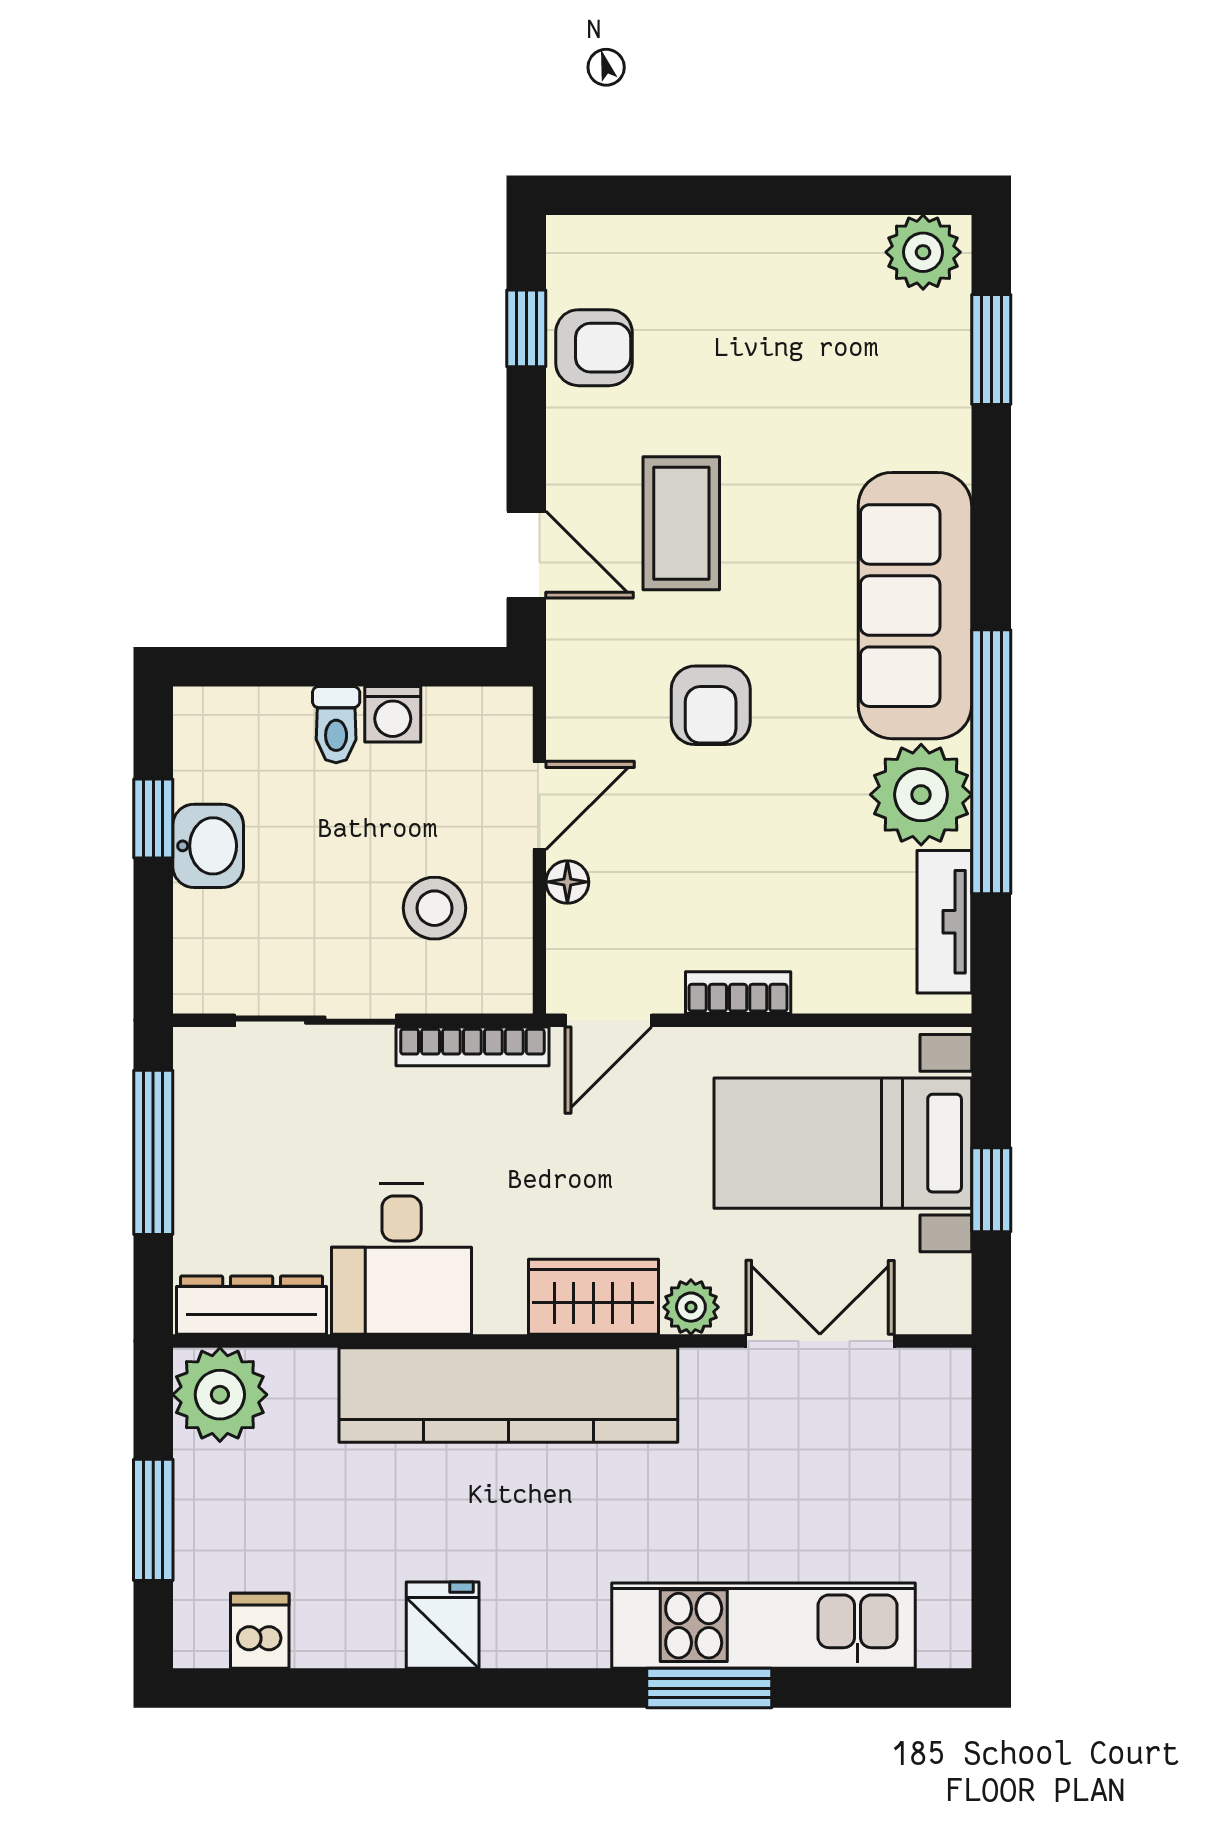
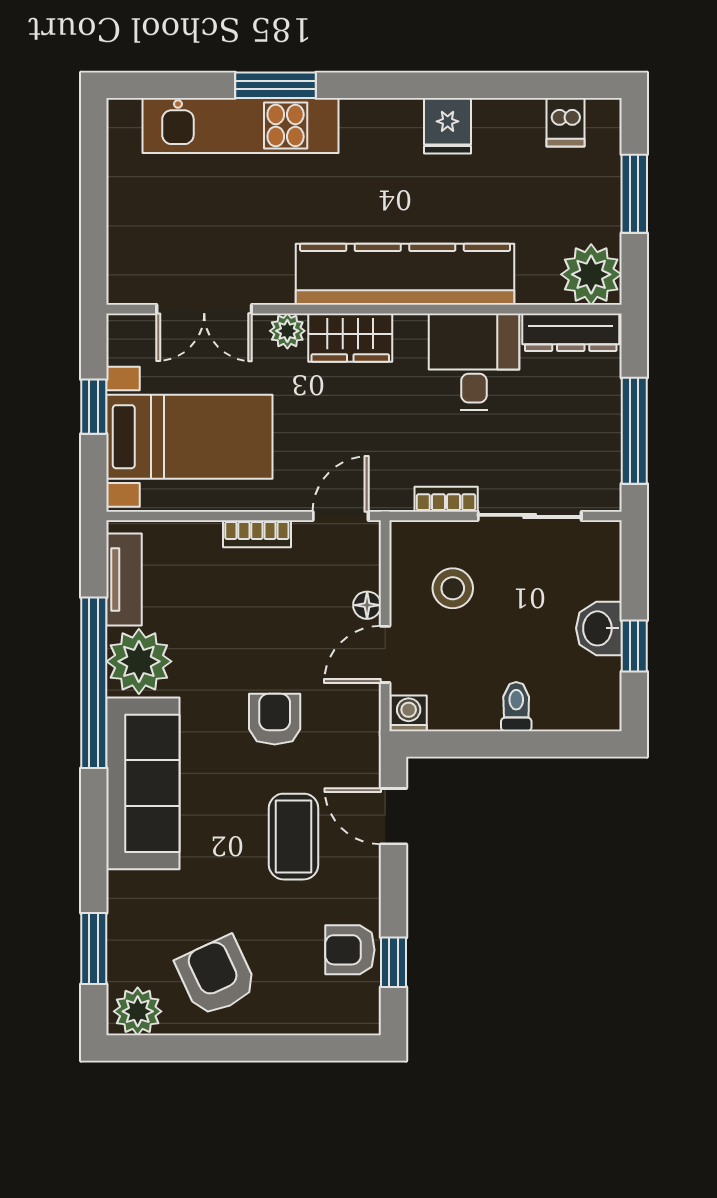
armchair: (801, 307) -> (216, 976), added
washing machine: (393, 714) -> (409, 713), moved
bookcase: (472, 1046) -> (446, 499), width x0.64

